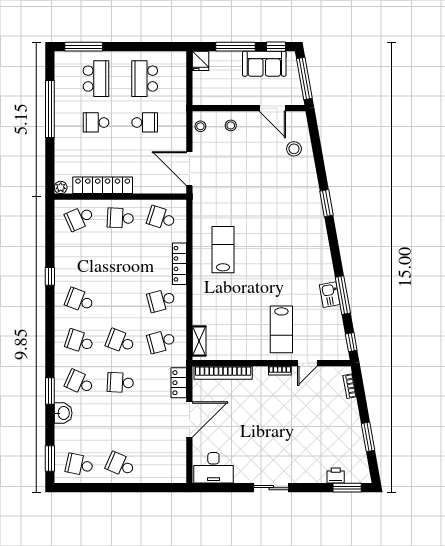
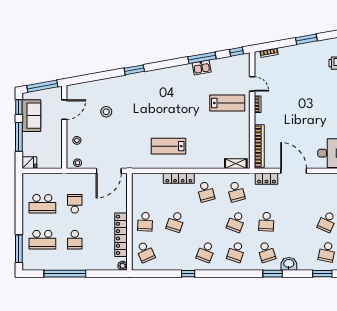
school desk: (96, 79) -> (42, 240), turned 180
stool: (294, 149) -> (106, 112), moved
school desk: (161, 218) -> (175, 222), moved
school desk: (79, 383) -> (266, 252), turned -42

